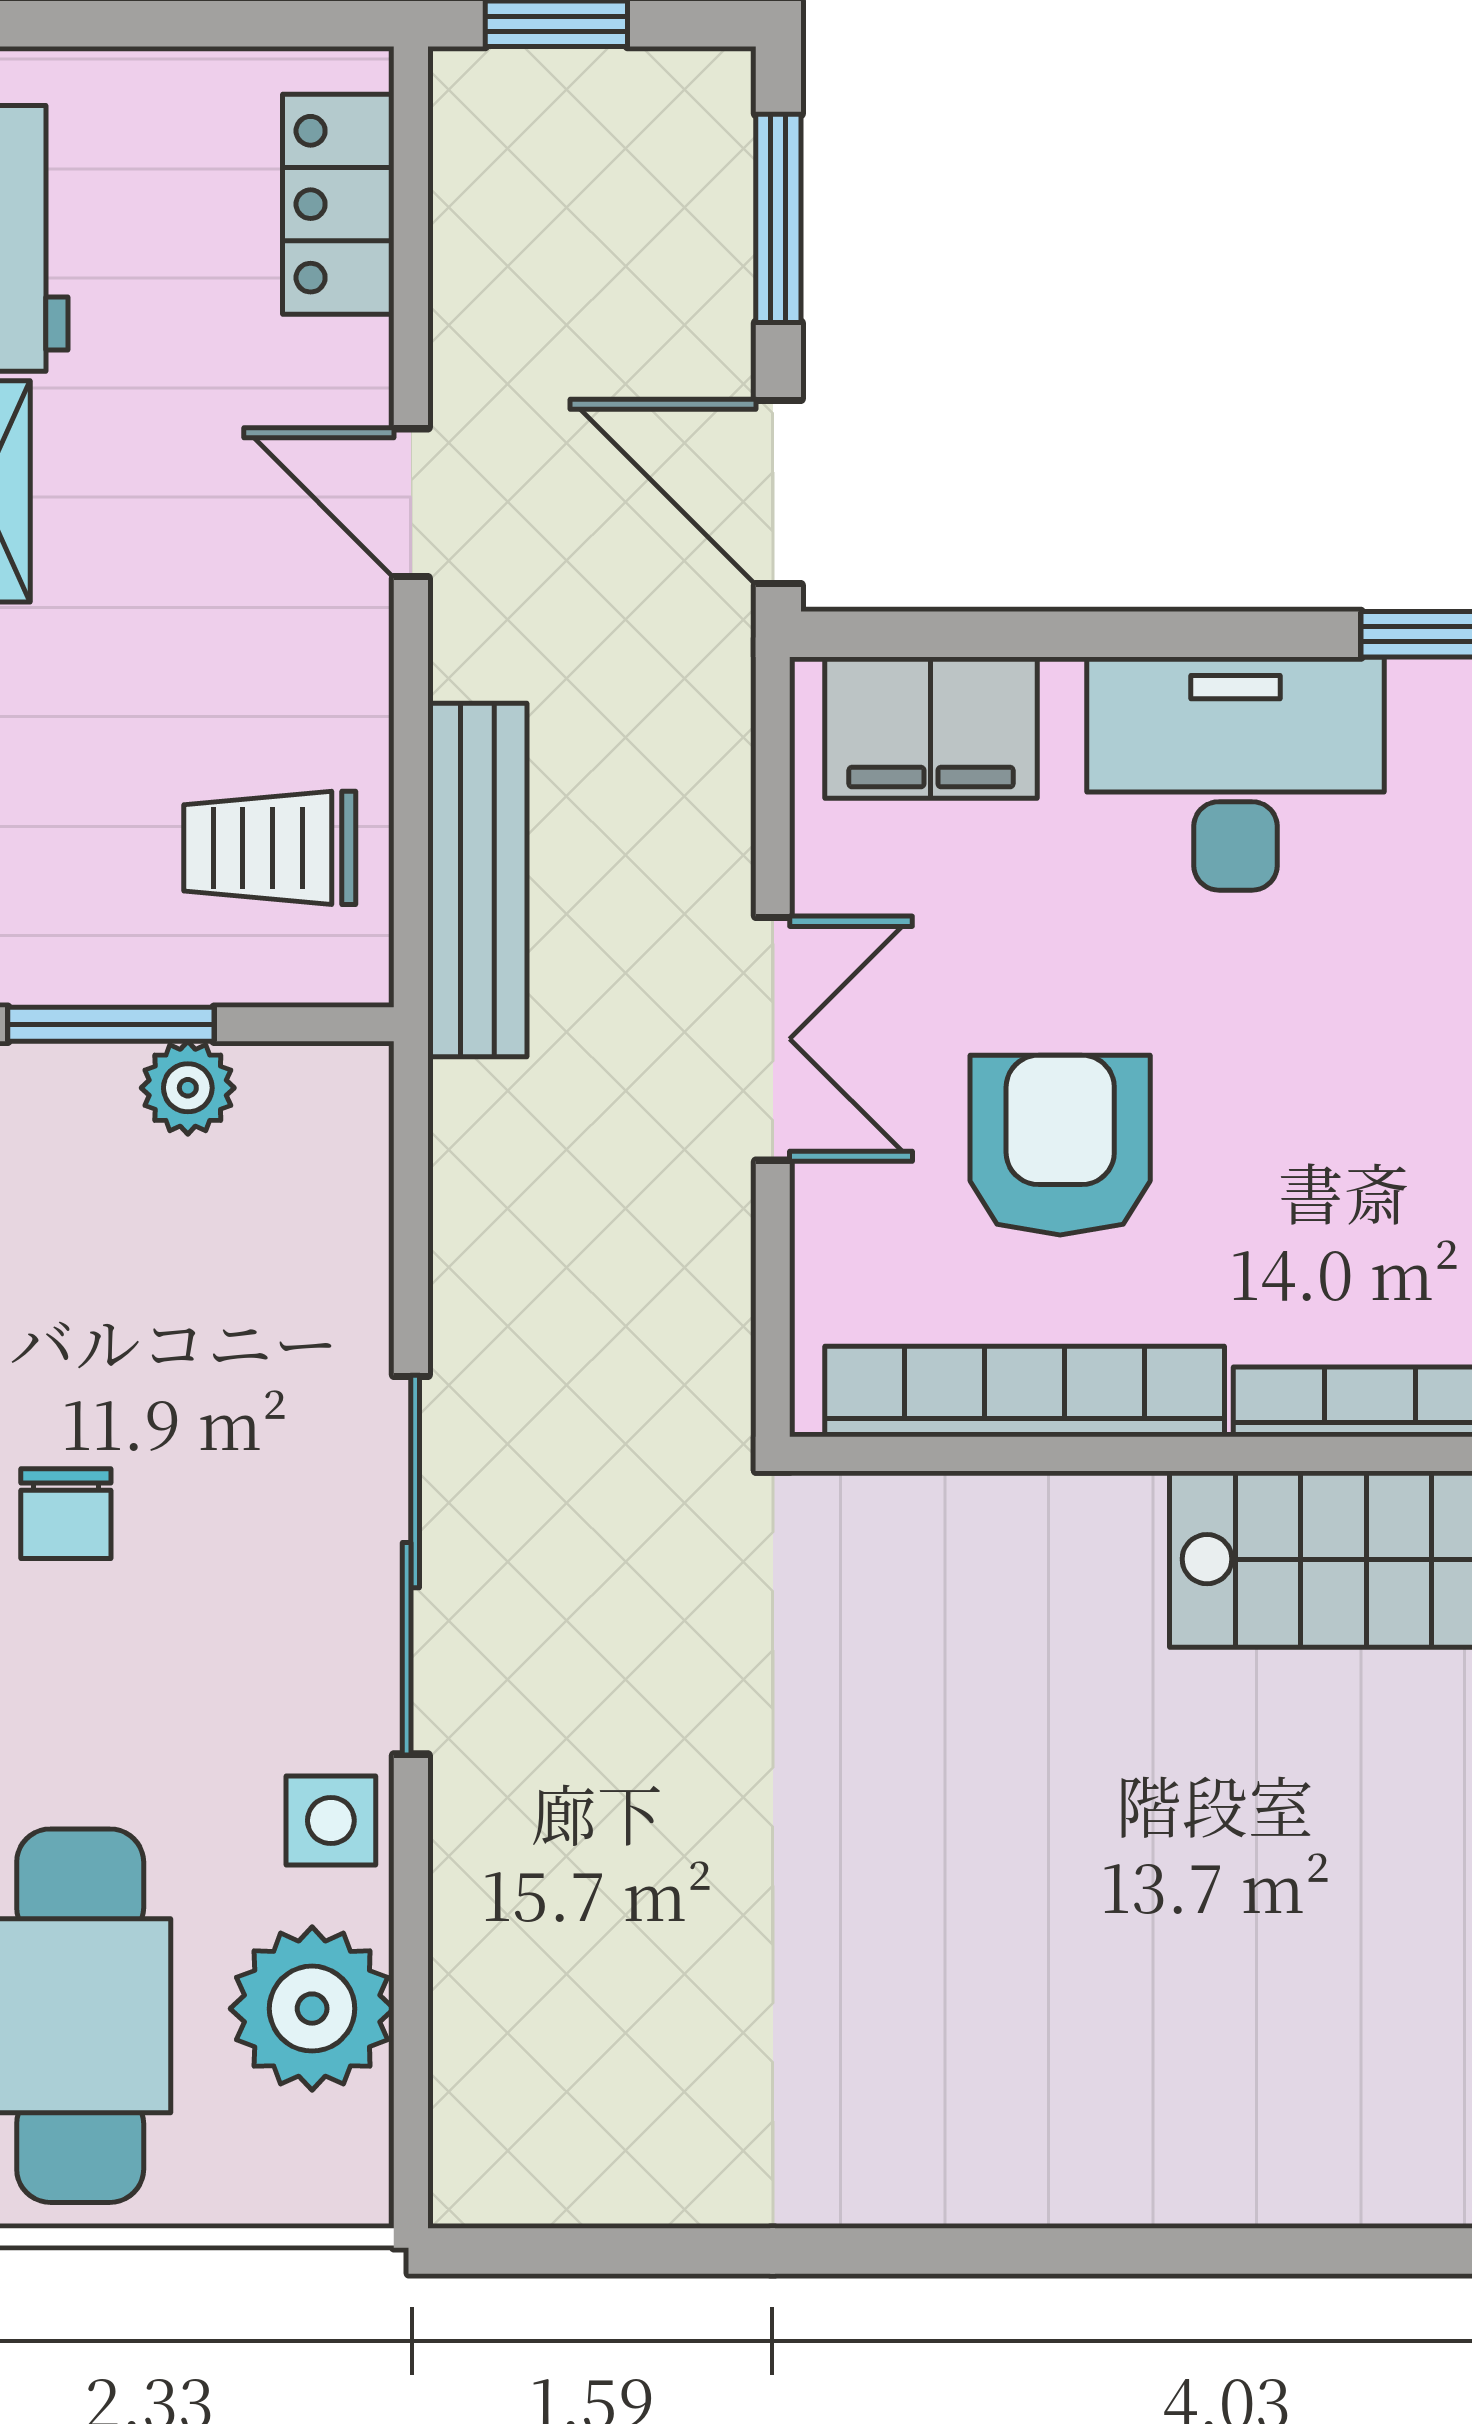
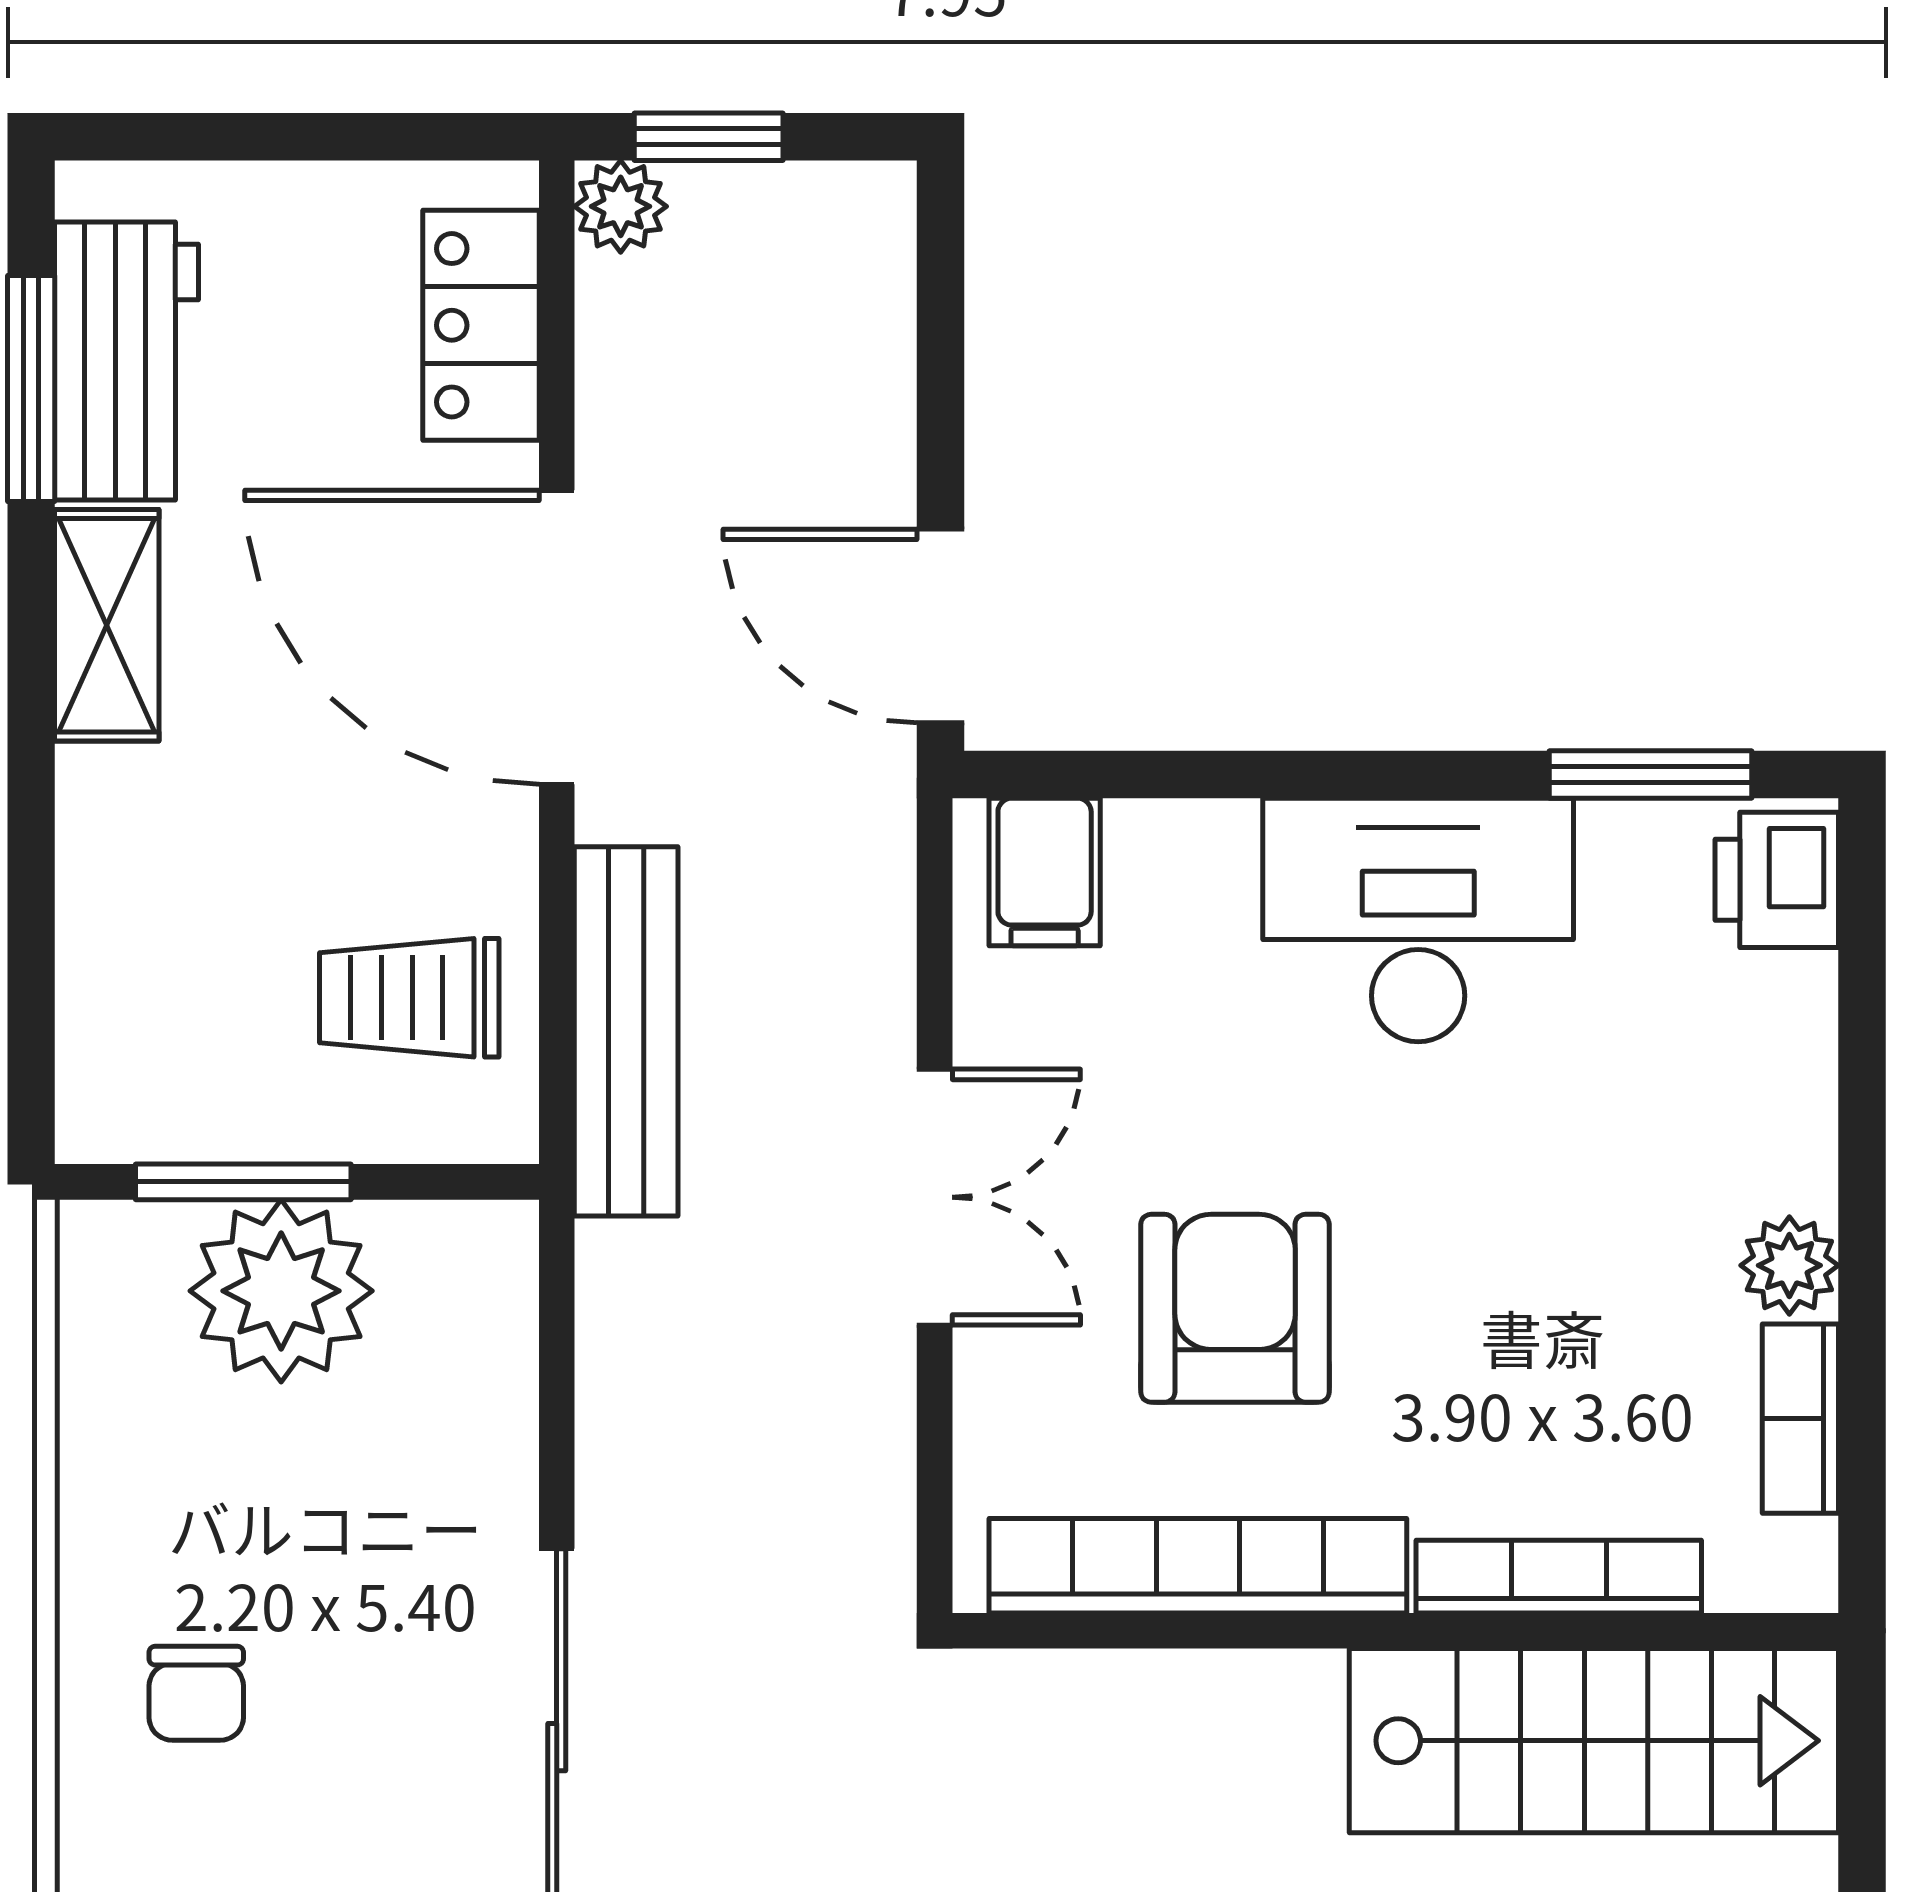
plant: (472, 90) -> (621, 206), added
window: (778, 218) -> (941, 340), removed
door: (411, 503) -> (557, 637), width x1.87
filing cabinet: (931, 728) -> (1045, 872), width x0.50
plant: (188, 1088) -> (281, 1291), width x1.87, depth x1.87

